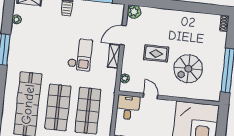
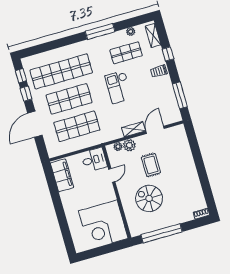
plant: (134, 12) -> (129, 145), moved
shop shelf: (36, 33) -> (126, 53), added
door: (123, 35) -> (155, 130), hinge flipped
checkout: (80, 55) -> (119, 87), moved, turned 90

